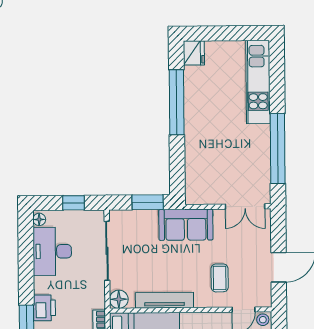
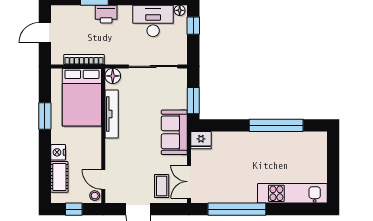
fridge: (194, 53) -> (201, 140), moved
window: (73, 203) -> (193, 26), moved
coffee table: (220, 278) -> (162, 186), moved, turned 90

